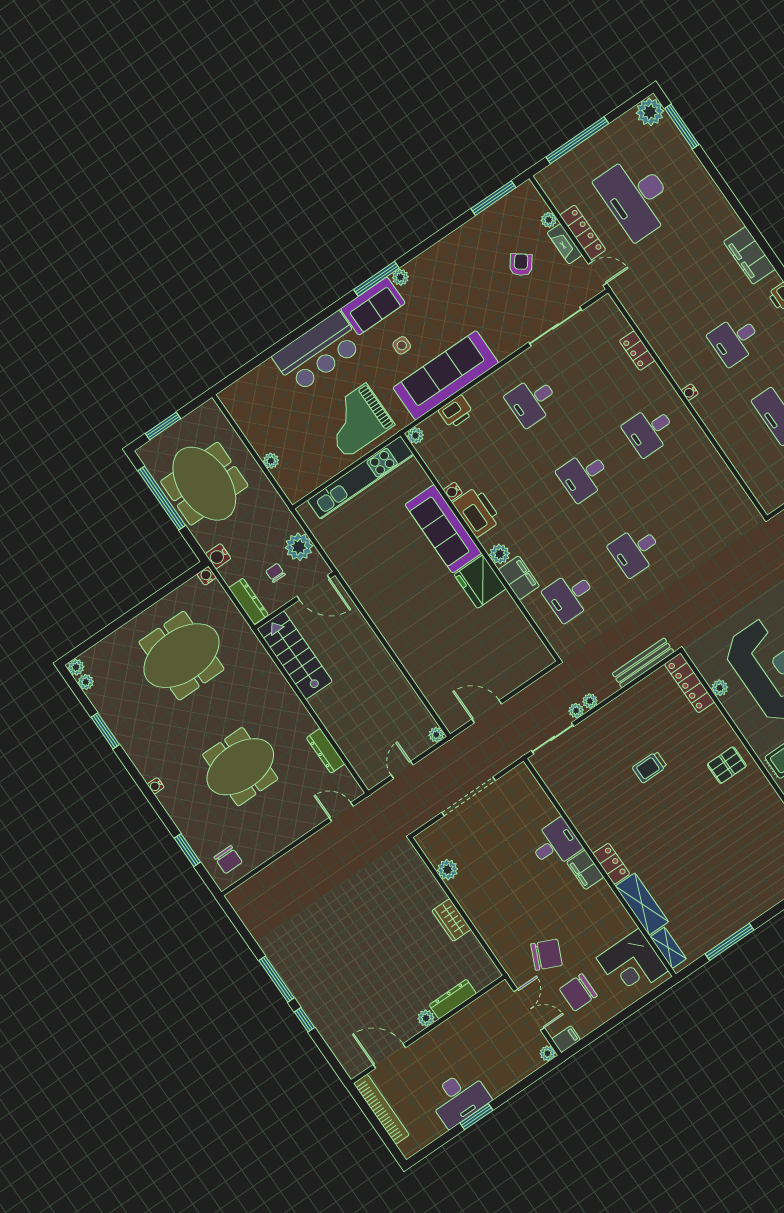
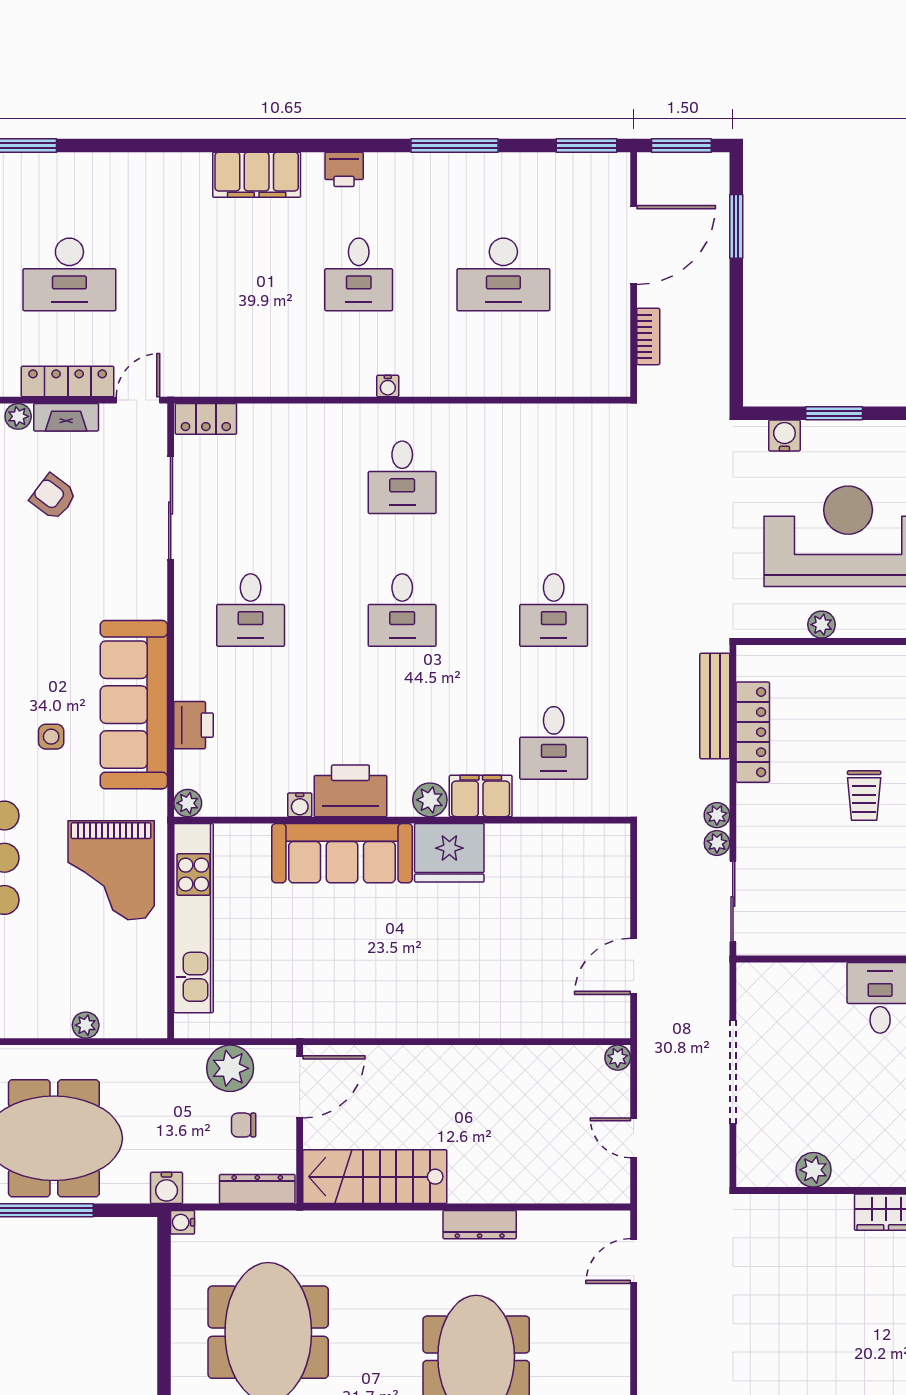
desk: (636, 197) -> (69, 274), width x0.73, depth x0.77
locker: (637, 351) -> (206, 419), moved
locker: (689, 683) -> (753, 732), moved, turned -90
dresser: (326, 751) -> (480, 1225), moved

